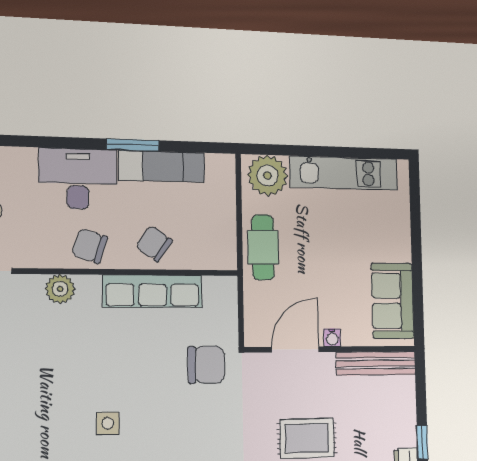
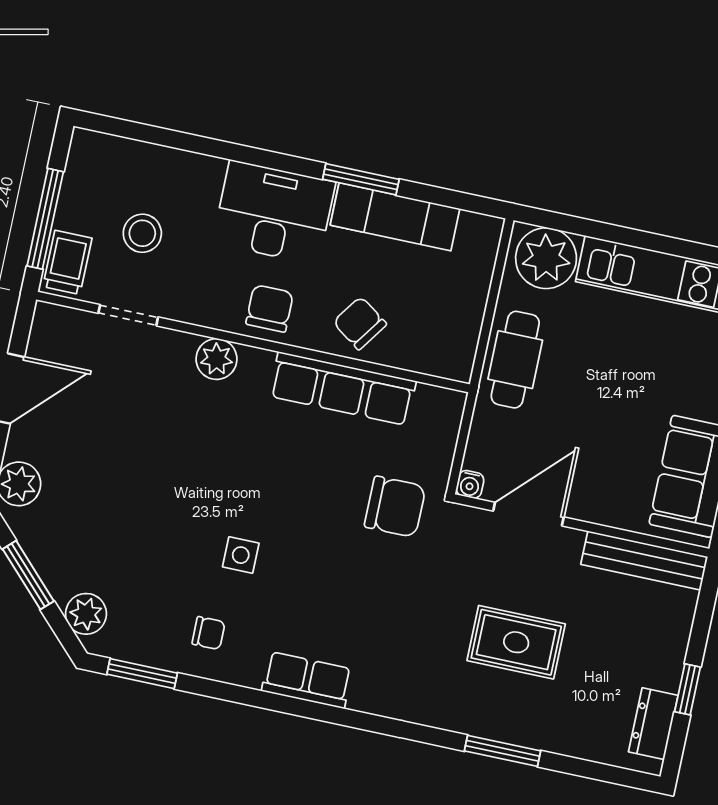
chair: (90, 246) -> (270, 308), turned 72
water cooler: (332, 338) -> (470, 484), moved

